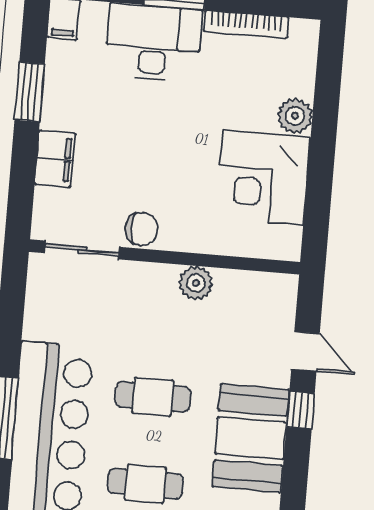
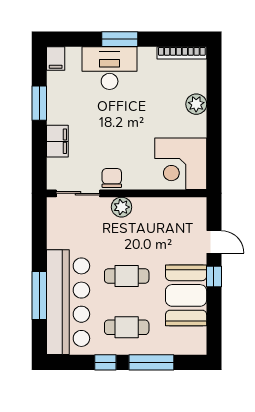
bookcase: (246, 24) -> (182, 53), moved
corner desk: (263, 177) -> (181, 164), moved
chair: (142, 229) -> (112, 178), turned -90
plant: (196, 283) -> (122, 207), moved

